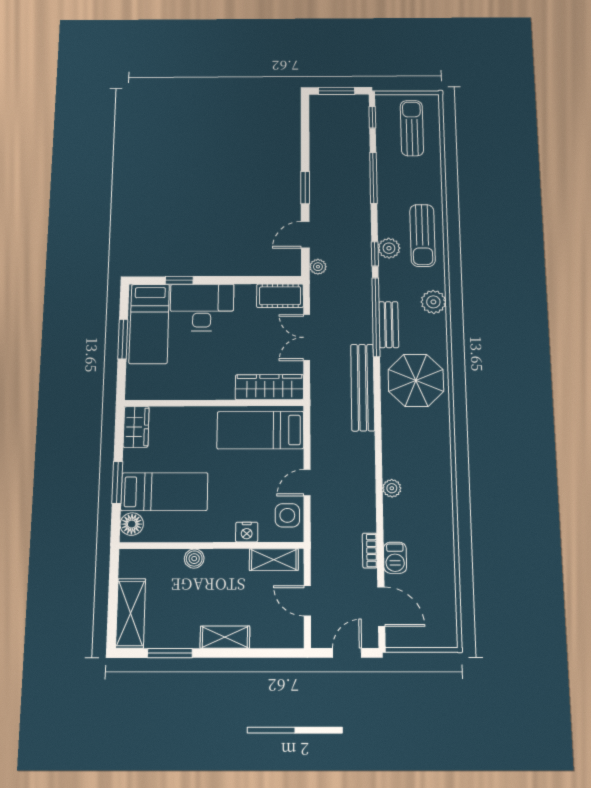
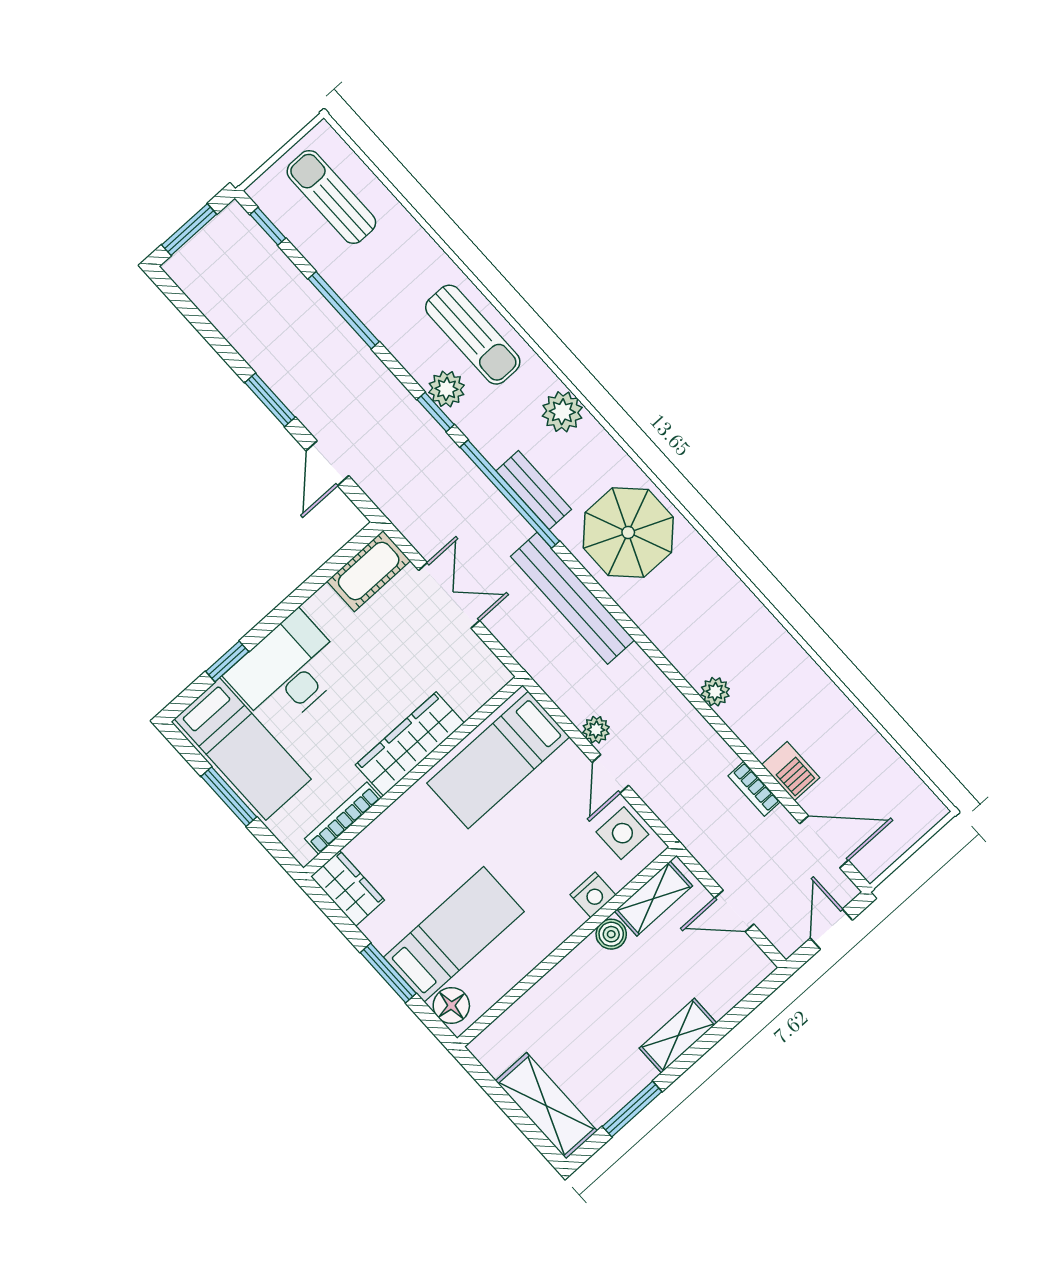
plant: (318, 267) -> (596, 730), moved
double door: (307, 337) -> (449, 595), swing flipped
wardrobe: (269, 387) -> (410, 744), moved
bookcase: (164, 394) -> (343, 818), added
boiler: (194, 559) -> (611, 934), moved

